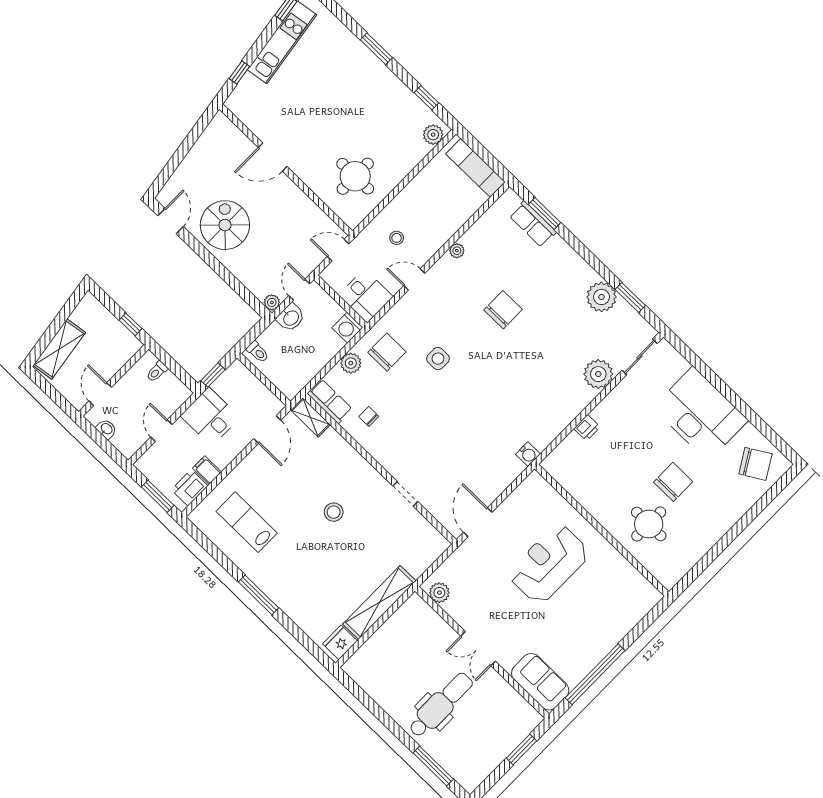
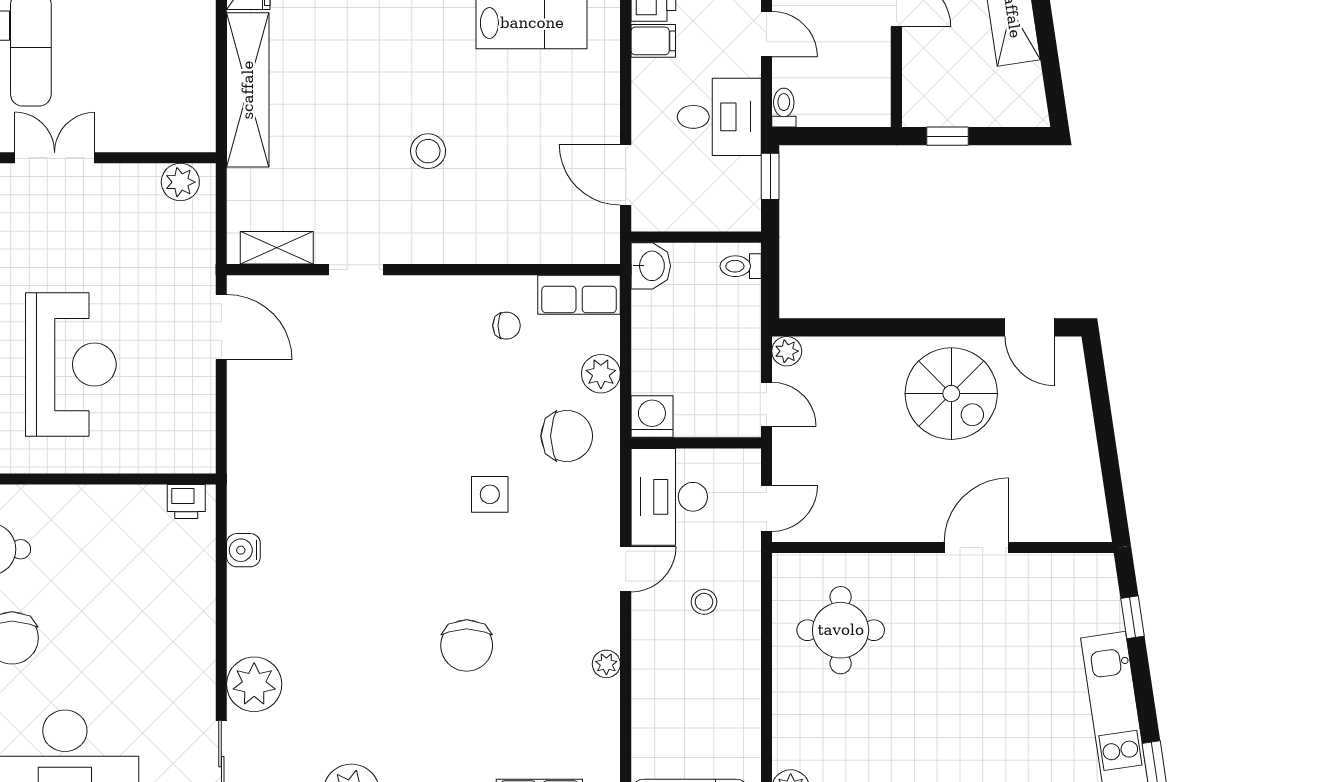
desk: (366, 296) -> (669, 497), width x1.37
washbasin: (291, 318) -> (651, 266), moved, turned 180
chair: (387, 352) -> (567, 436), turned -90
toilet: (157, 371) -> (784, 108), moved
shelving: (310, 417) -> (277, 248), moved
printer: (587, 428) -> (186, 501), moved, turned -90
water cooler: (528, 454) -> (243, 550), moved

